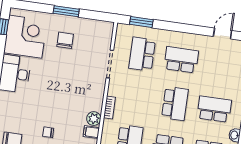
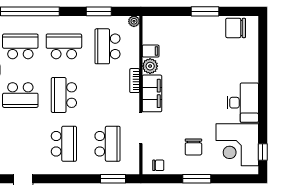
school desk: (181, 60) -> (64, 144), turned -90
filing cabinet: (95, 94) -> (152, 93), added
chair: (48, 132) -> (158, 165), moved

